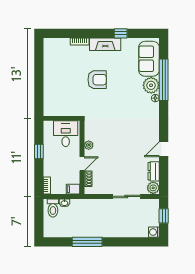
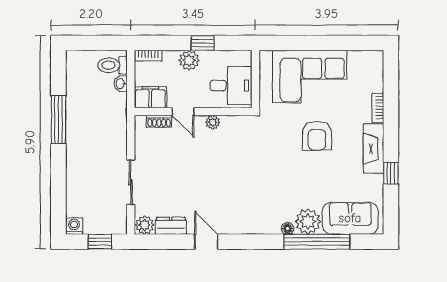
corner sofa: (60, 84) -> (310, 77), added
plant: (50, 160) -> (189, 60), added
filing cabinet: (73, 189) -> (150, 97), width x2.00

